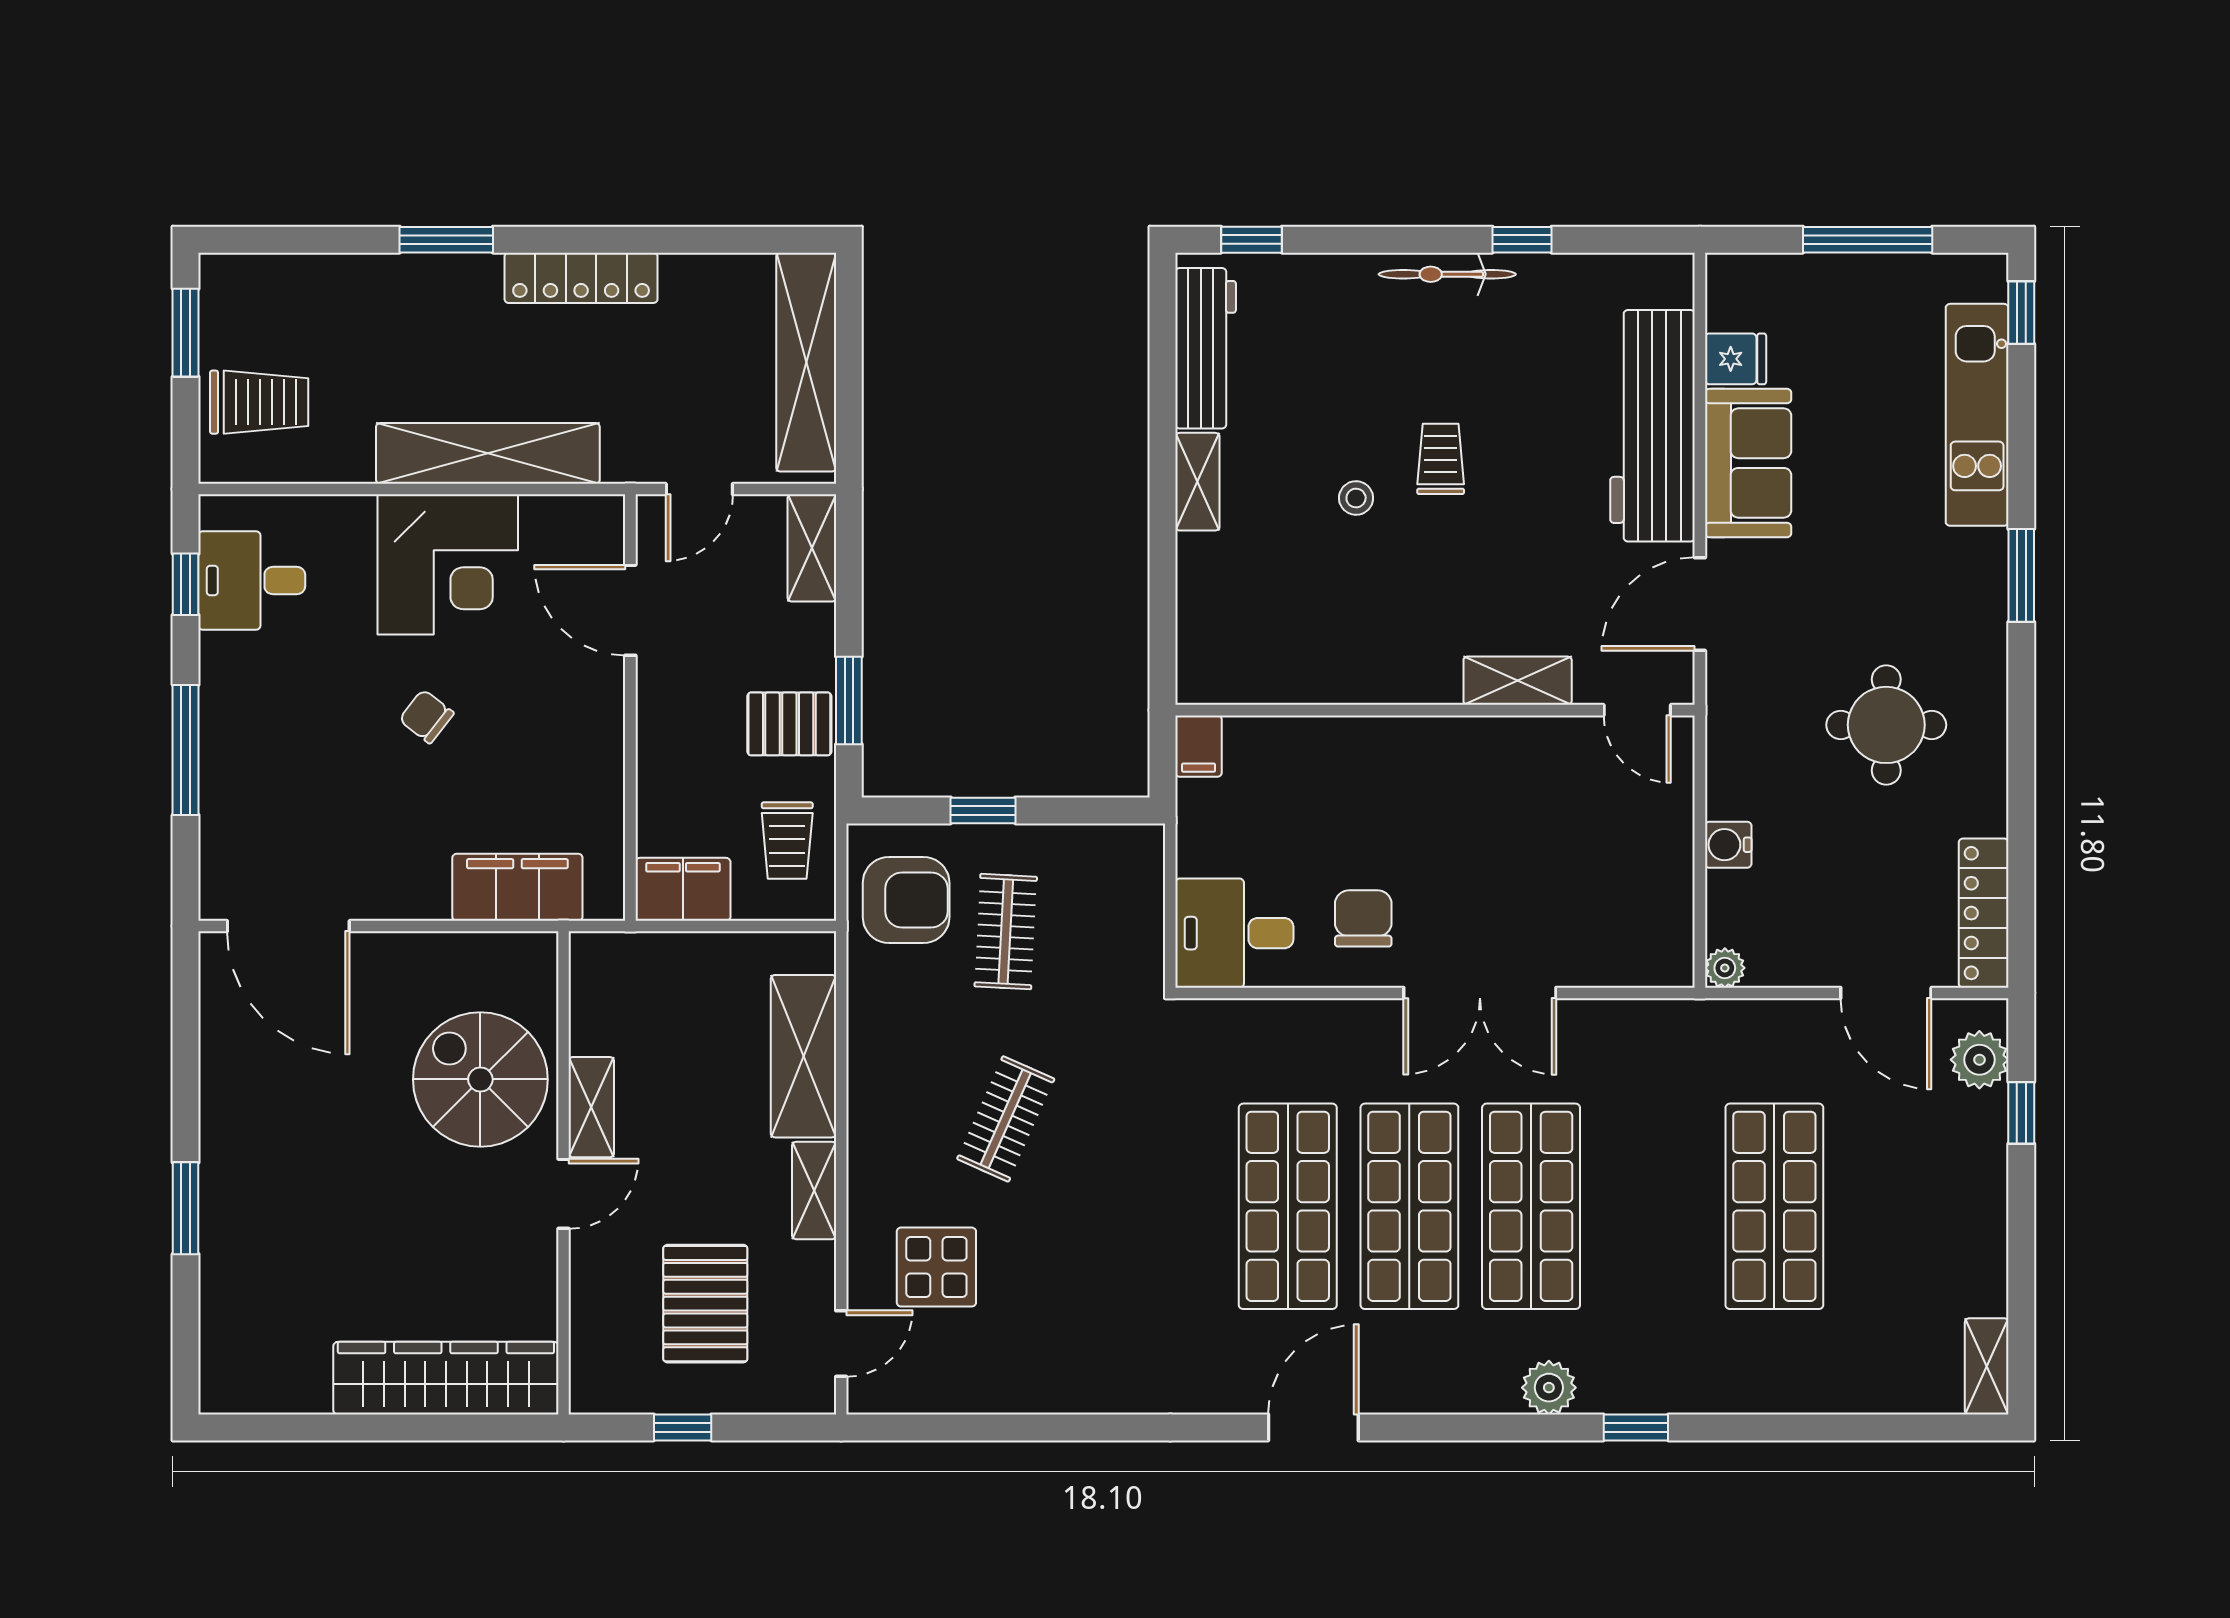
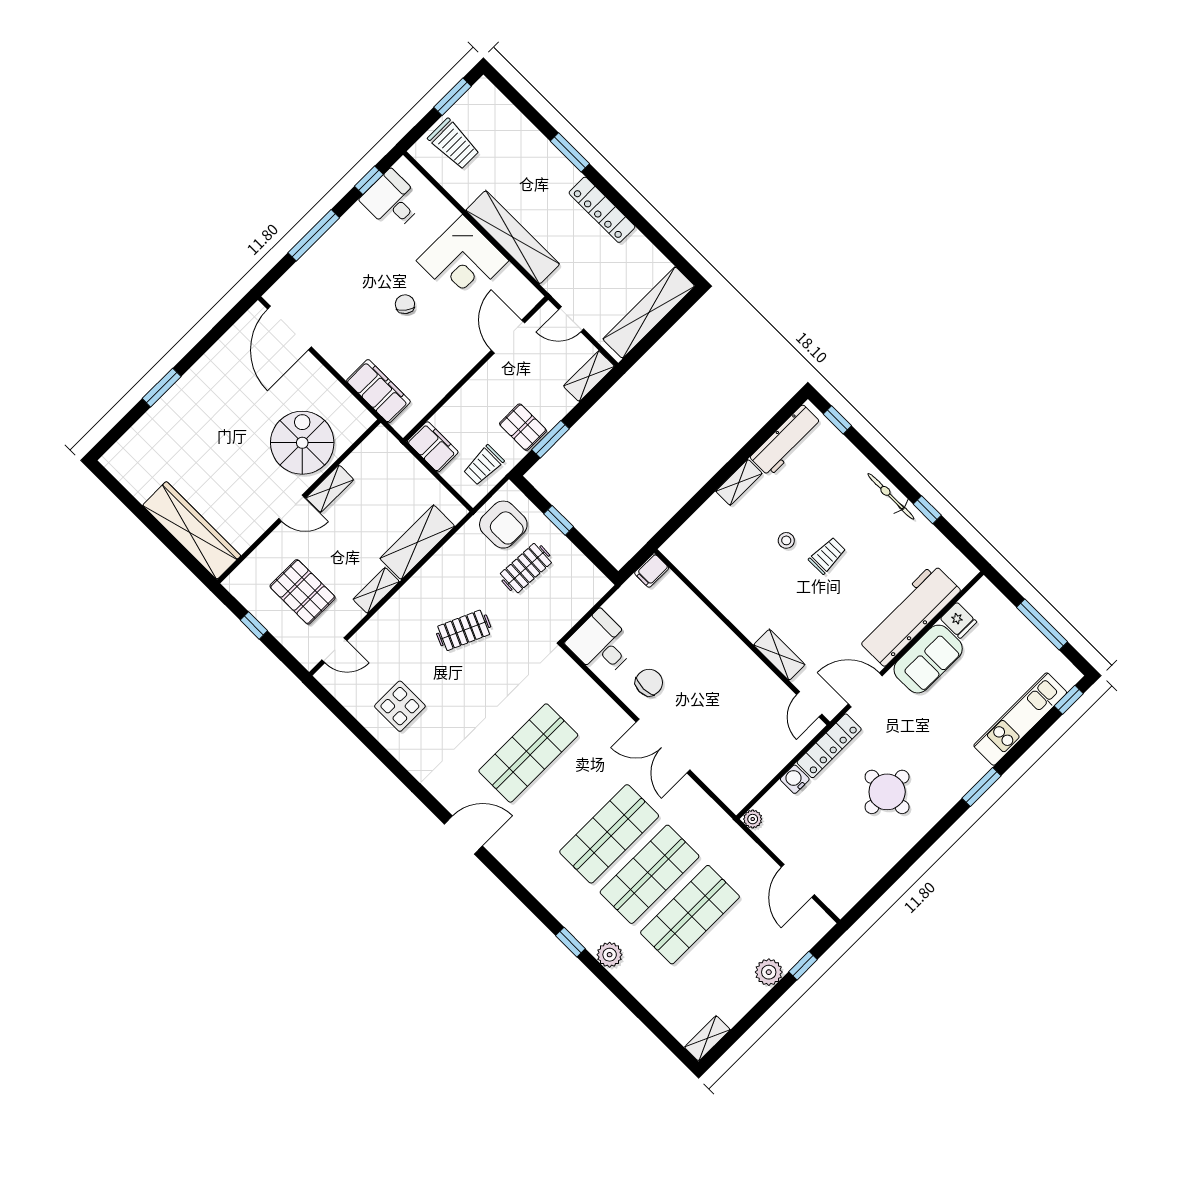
locker: (1984, 913) -> (829, 746), moved, turned 180
plant: (1979, 1060) -> (769, 972), moved
shop shelf: (1409, 1206) -> (650, 874), moved
display table: (936, 1267) -> (400, 706), moved
pallet: (705, 1304) -> (303, 592), turned 90
plant: (1549, 1388) -> (610, 955), moved

